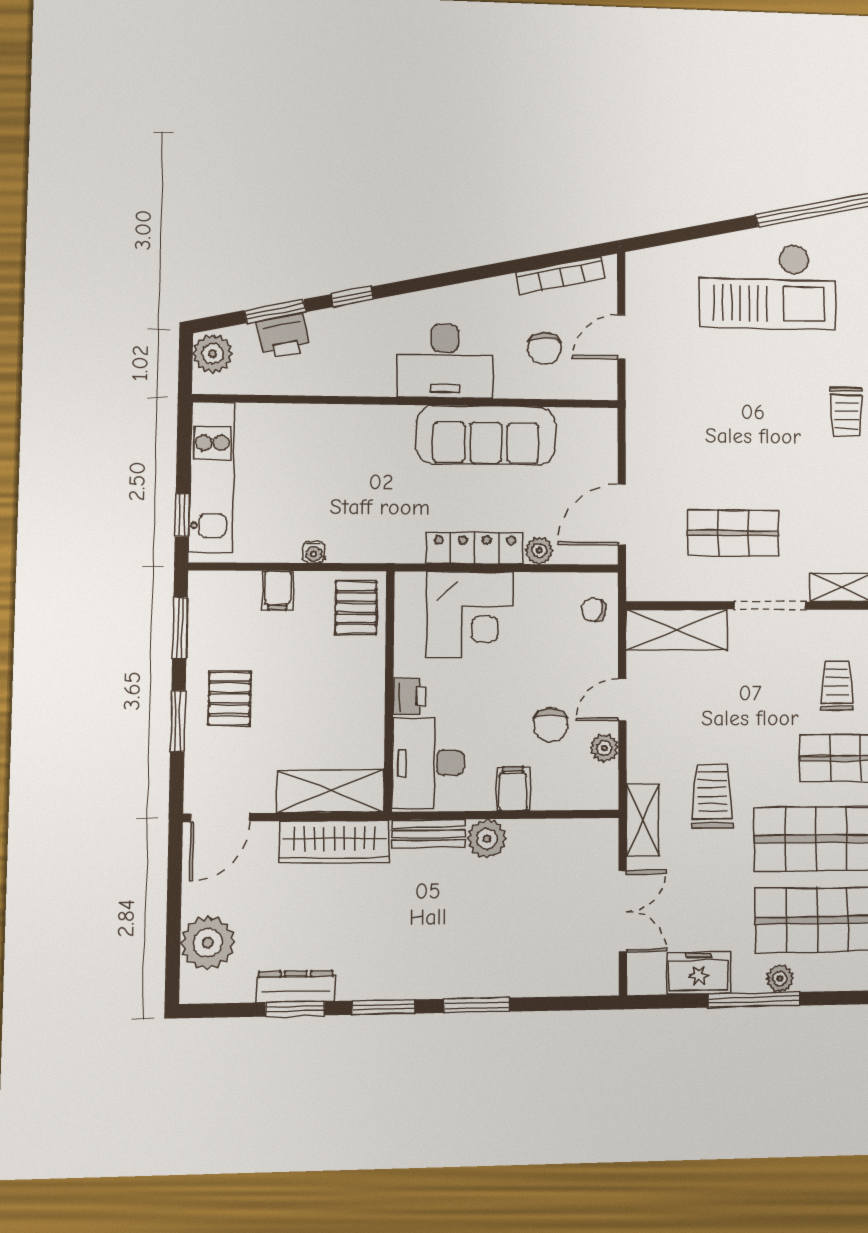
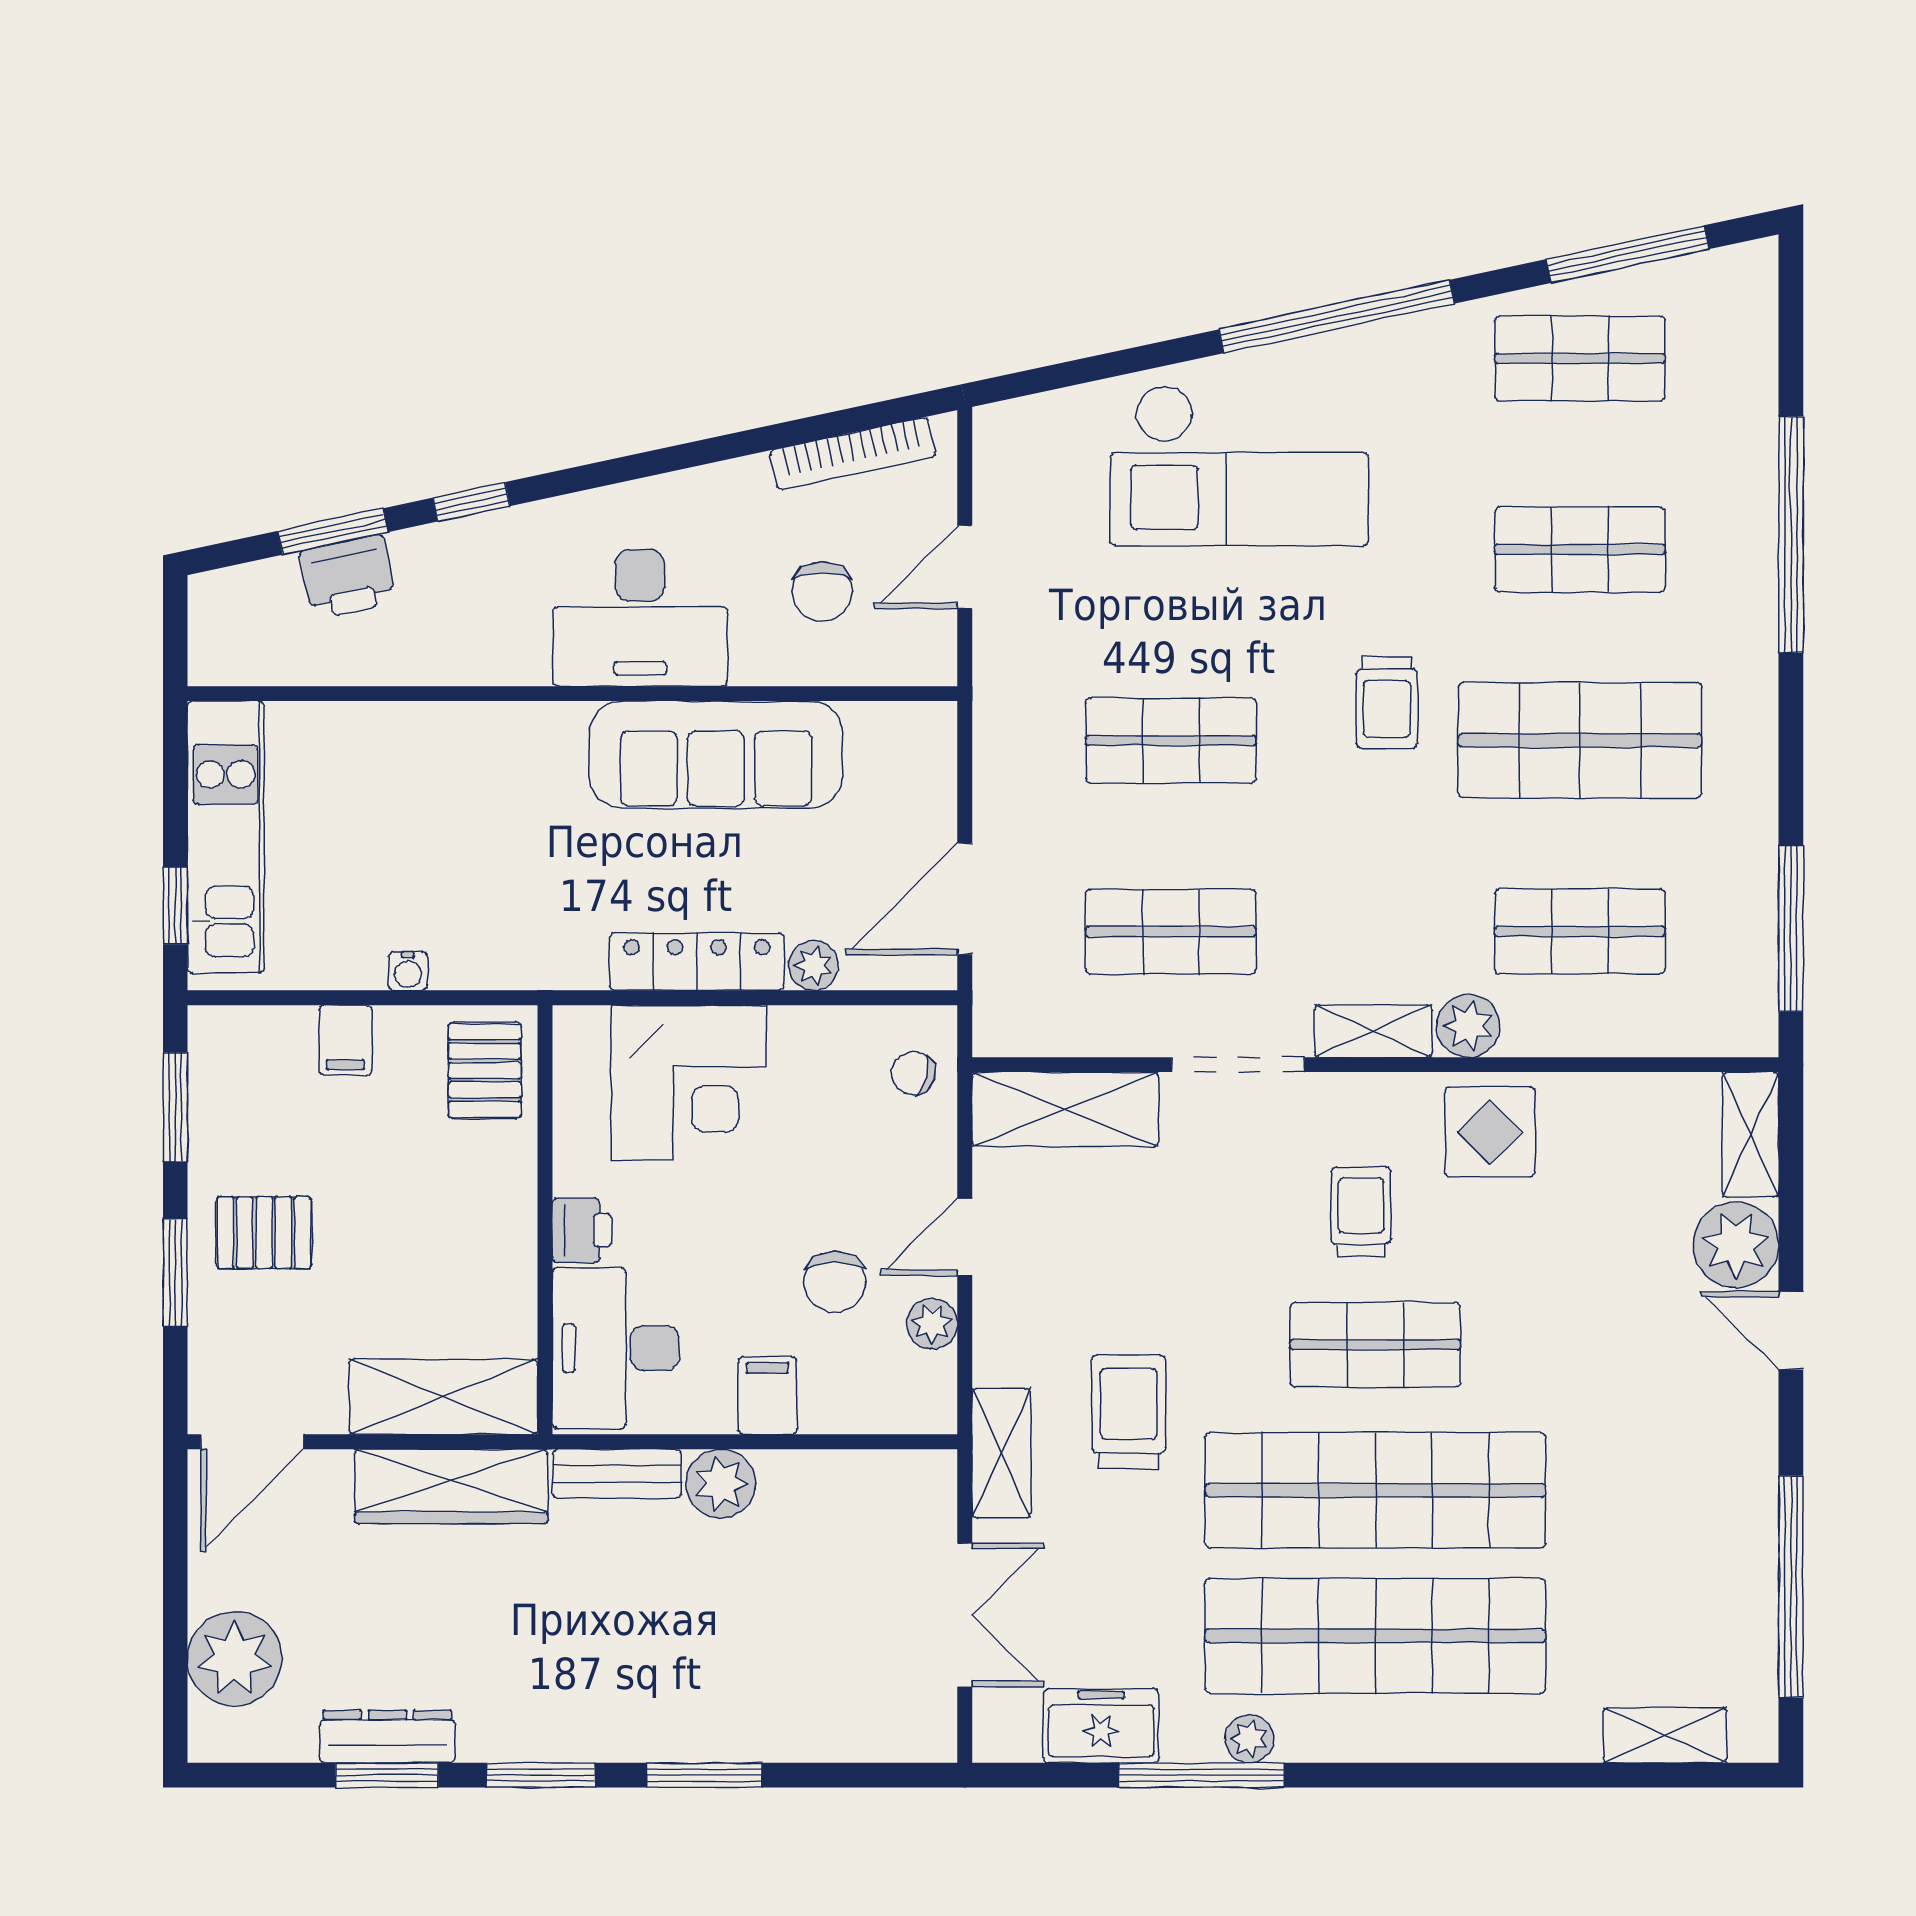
plant: (213, 354) -> (223, 612), removed
shop shelf: (732, 431) -> (1171, 740), added
pallet: (229, 698) -> (264, 1233), turned 90

